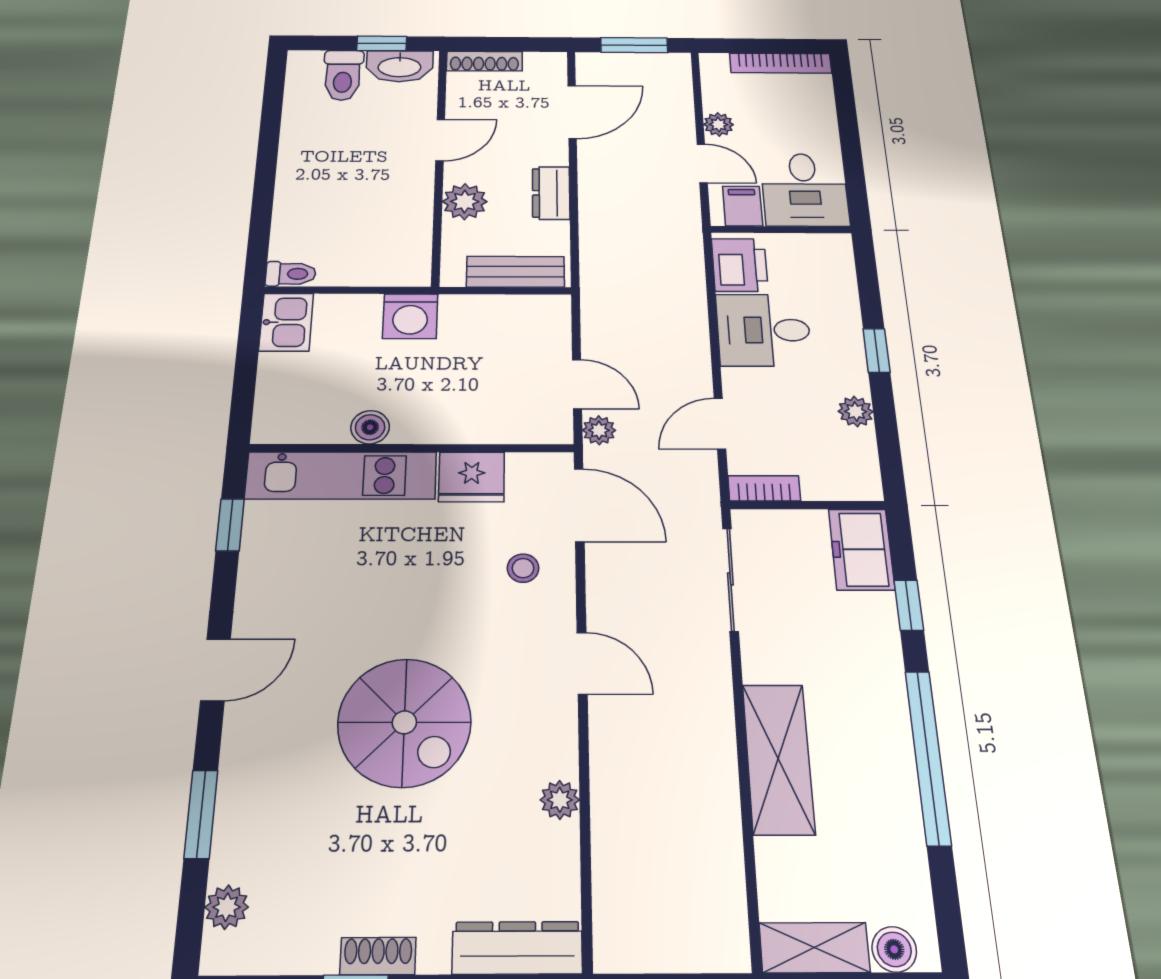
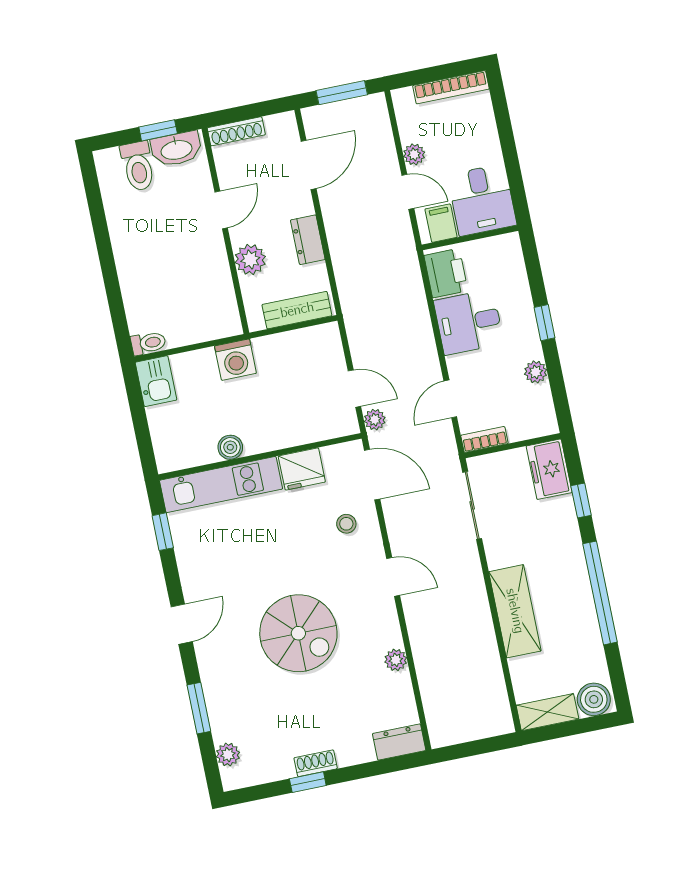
dresser: (517, 948) -> (399, 742), width x0.70
boiler: (894, 949) -> (594, 699), width x1.36, depth x1.36

